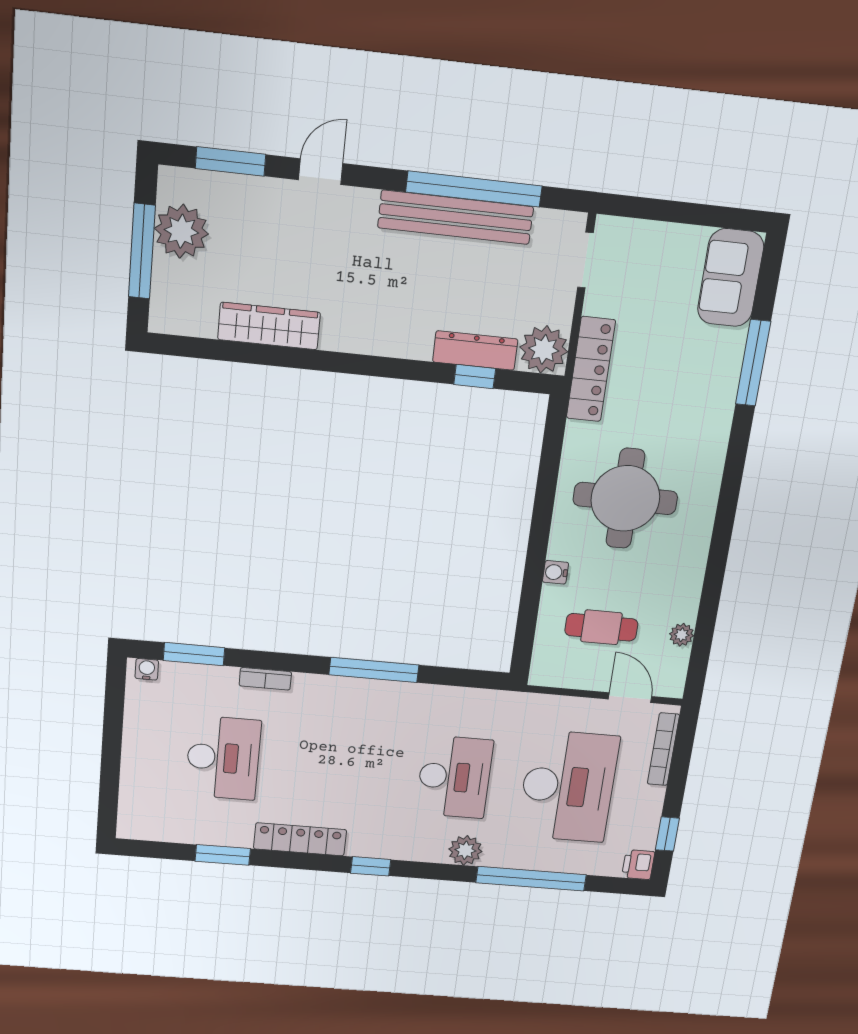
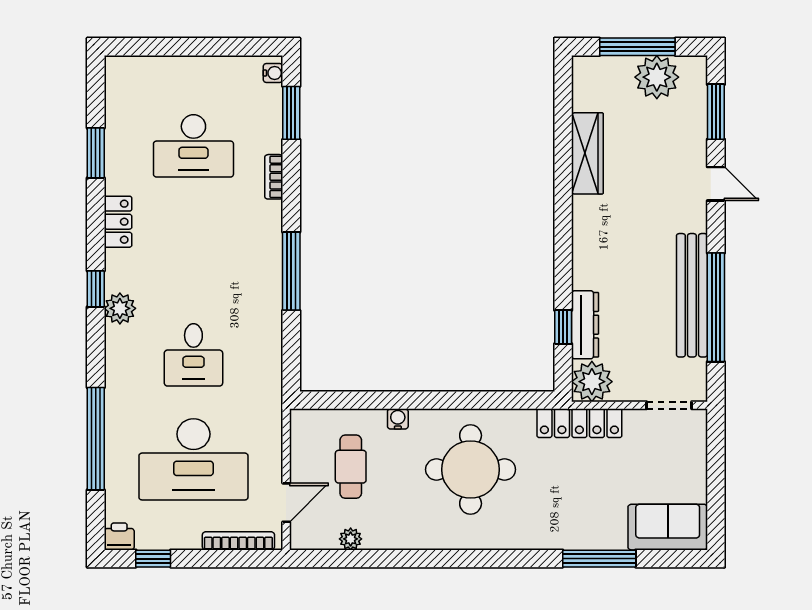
desk: (454, 777) -> (193, 355), width x0.73
locker: (300, 839) -> (118, 222), width x0.66
plant: (465, 850) -> (120, 308), moved

